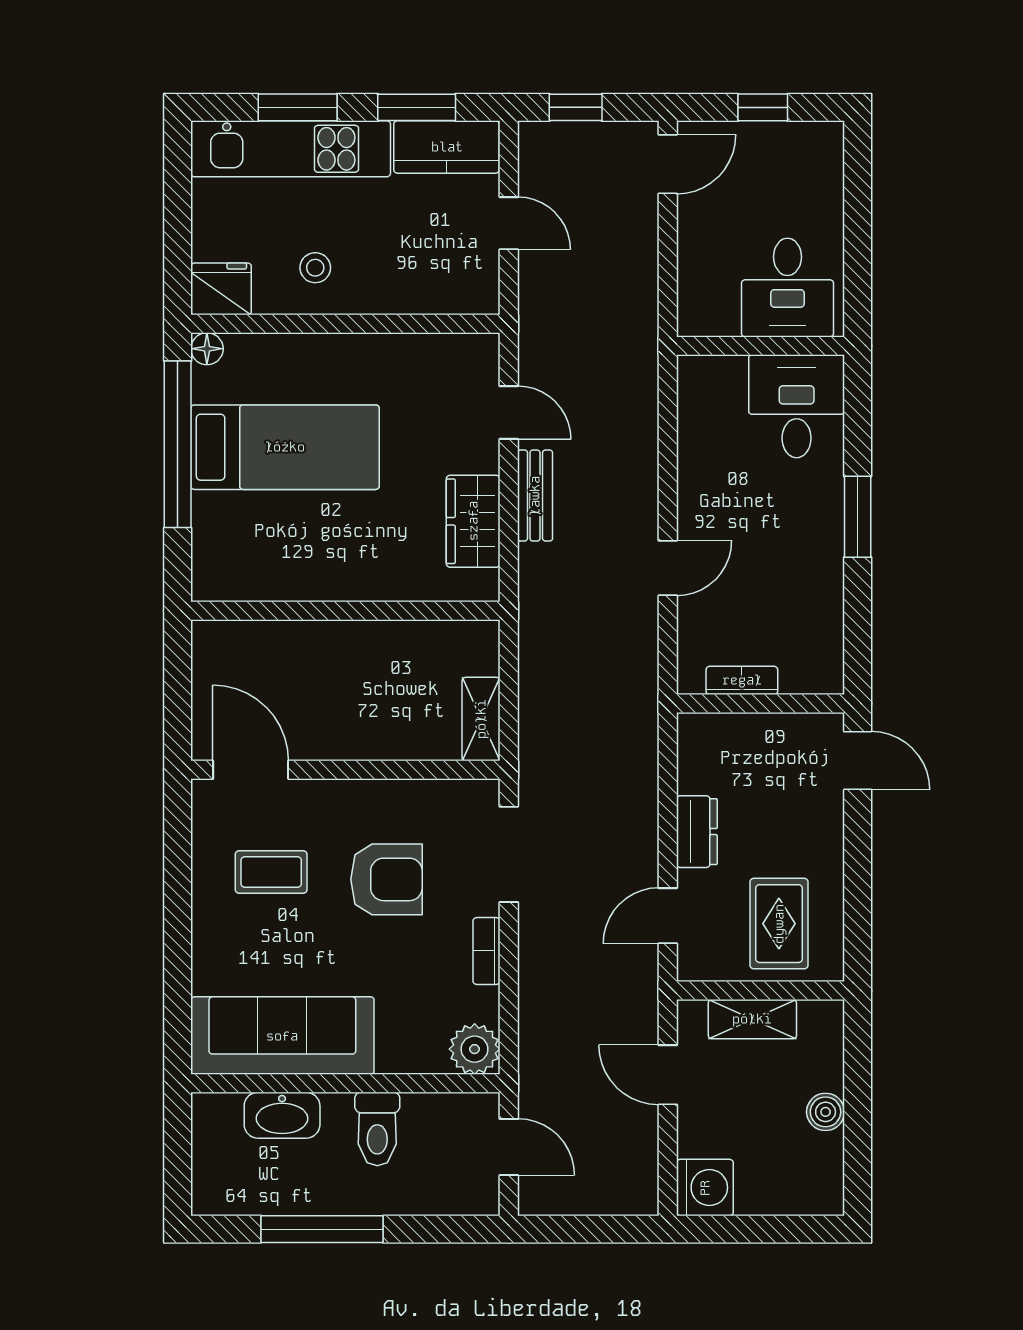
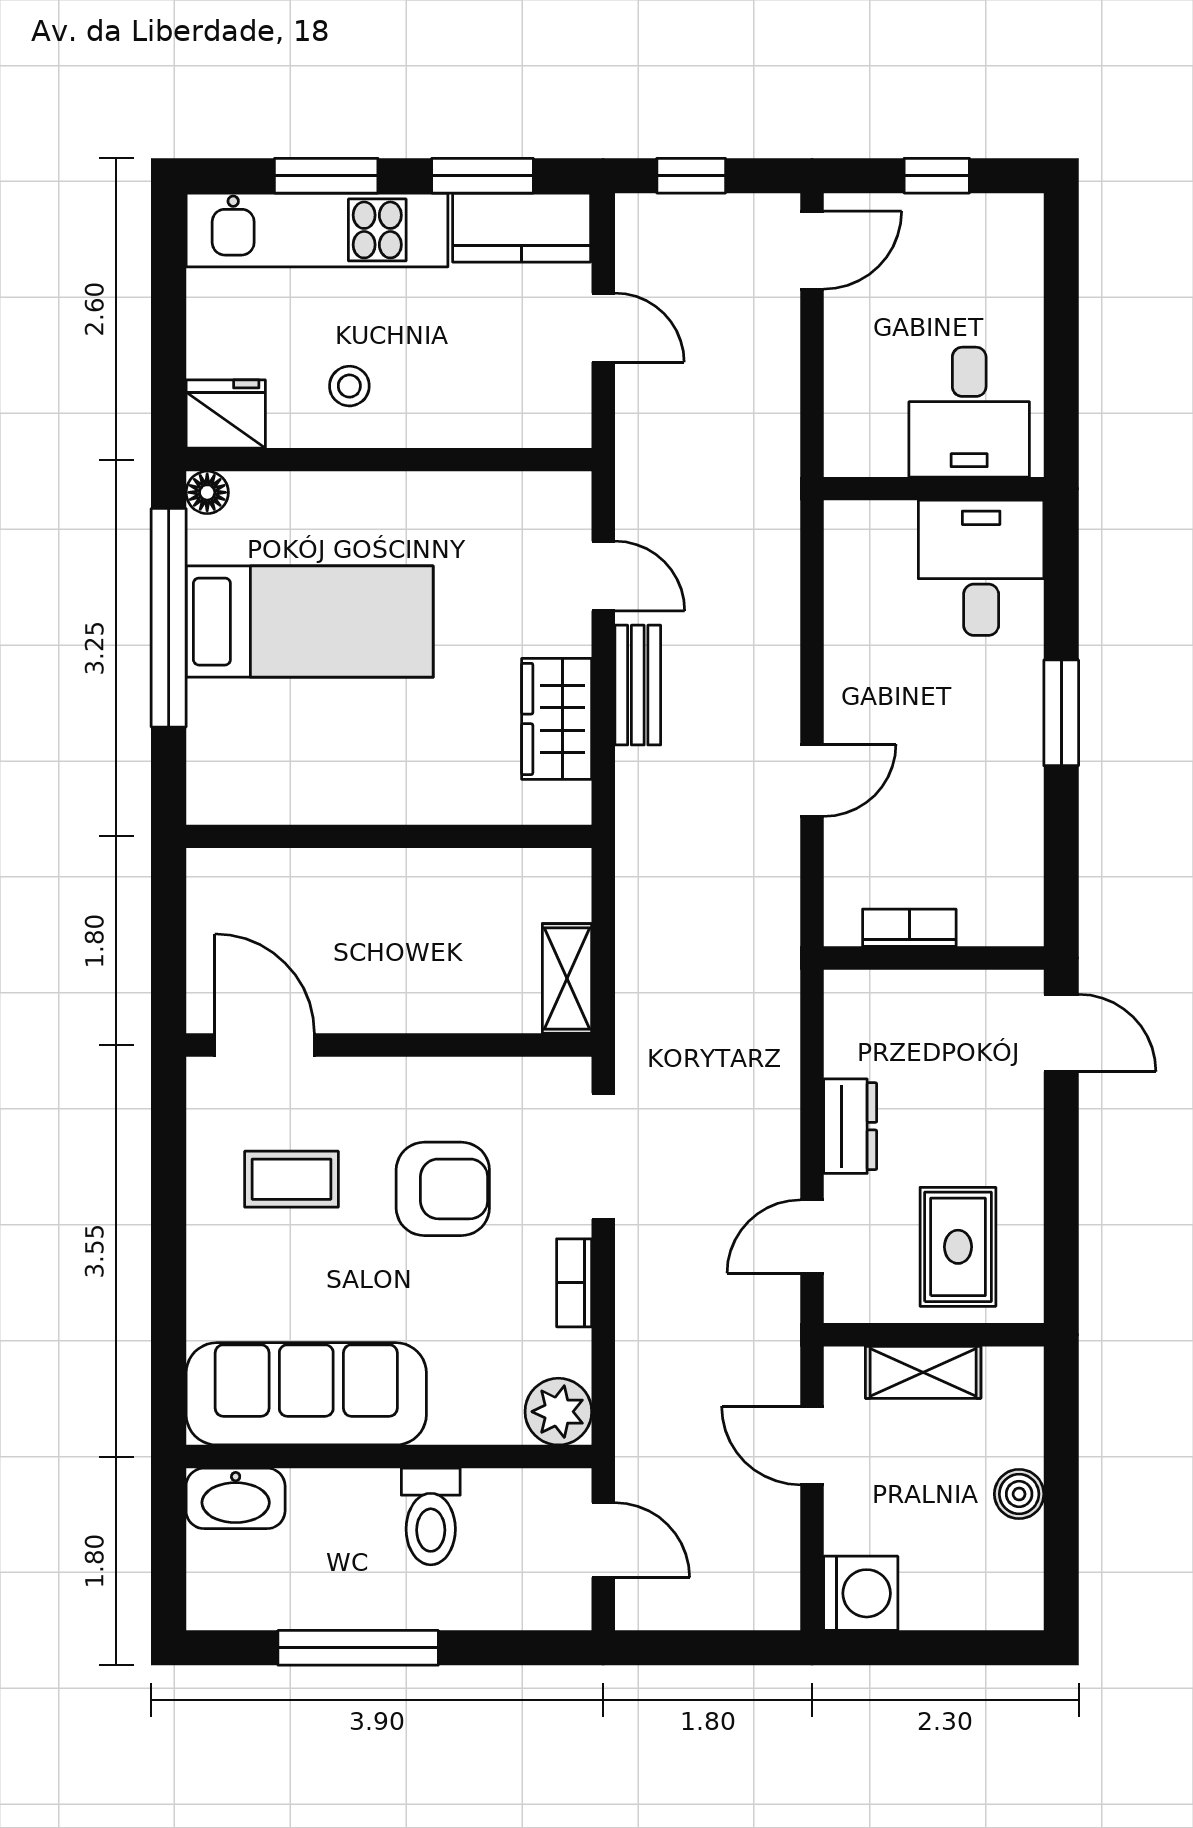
washbasin: (282, 1115) -> (236, 1498), moved

